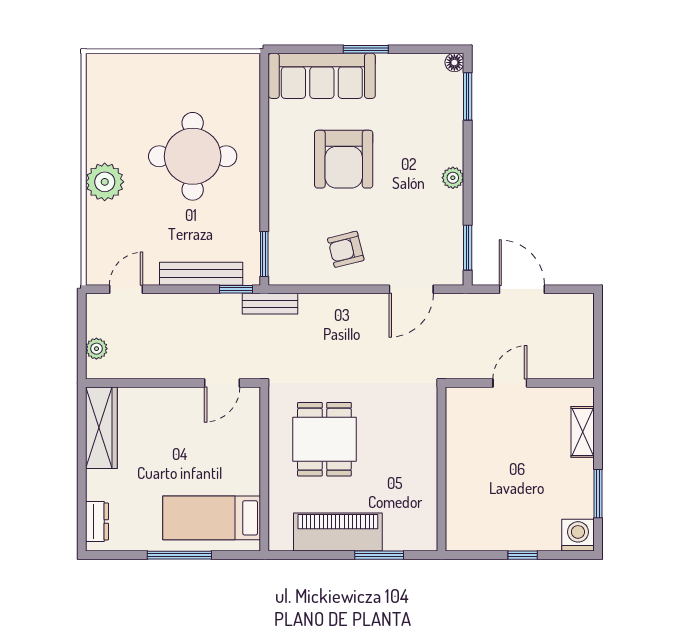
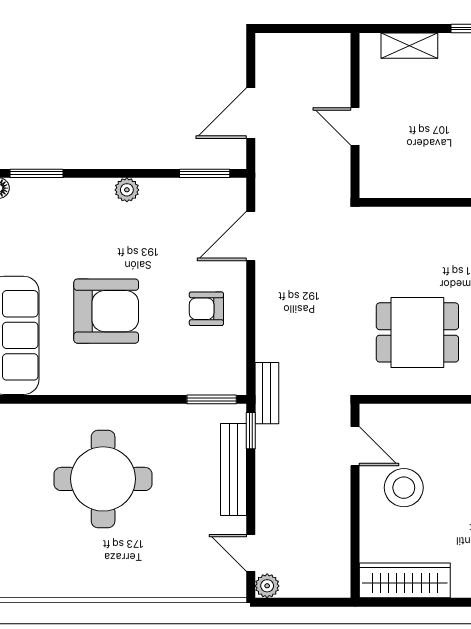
plant: (105, 182) -> (131, 577), removed
armchair: (346, 249) -> (206, 309), turned 104
door: (411, 289) -> (251, 236), swing flipped
plant: (96, 349) -> (267, 586), moved
stool: (185, 427) -> (404, 488), added

